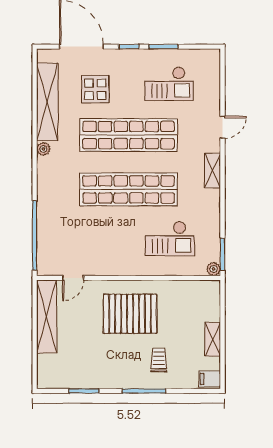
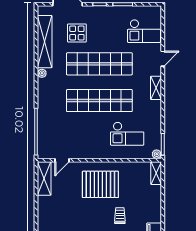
checkout: (169, 84) -> (144, 31), moved
shelving: (47, 317) -> (44, 178), width x0.68
shelving: (213, 339) -> (156, 173), moved

